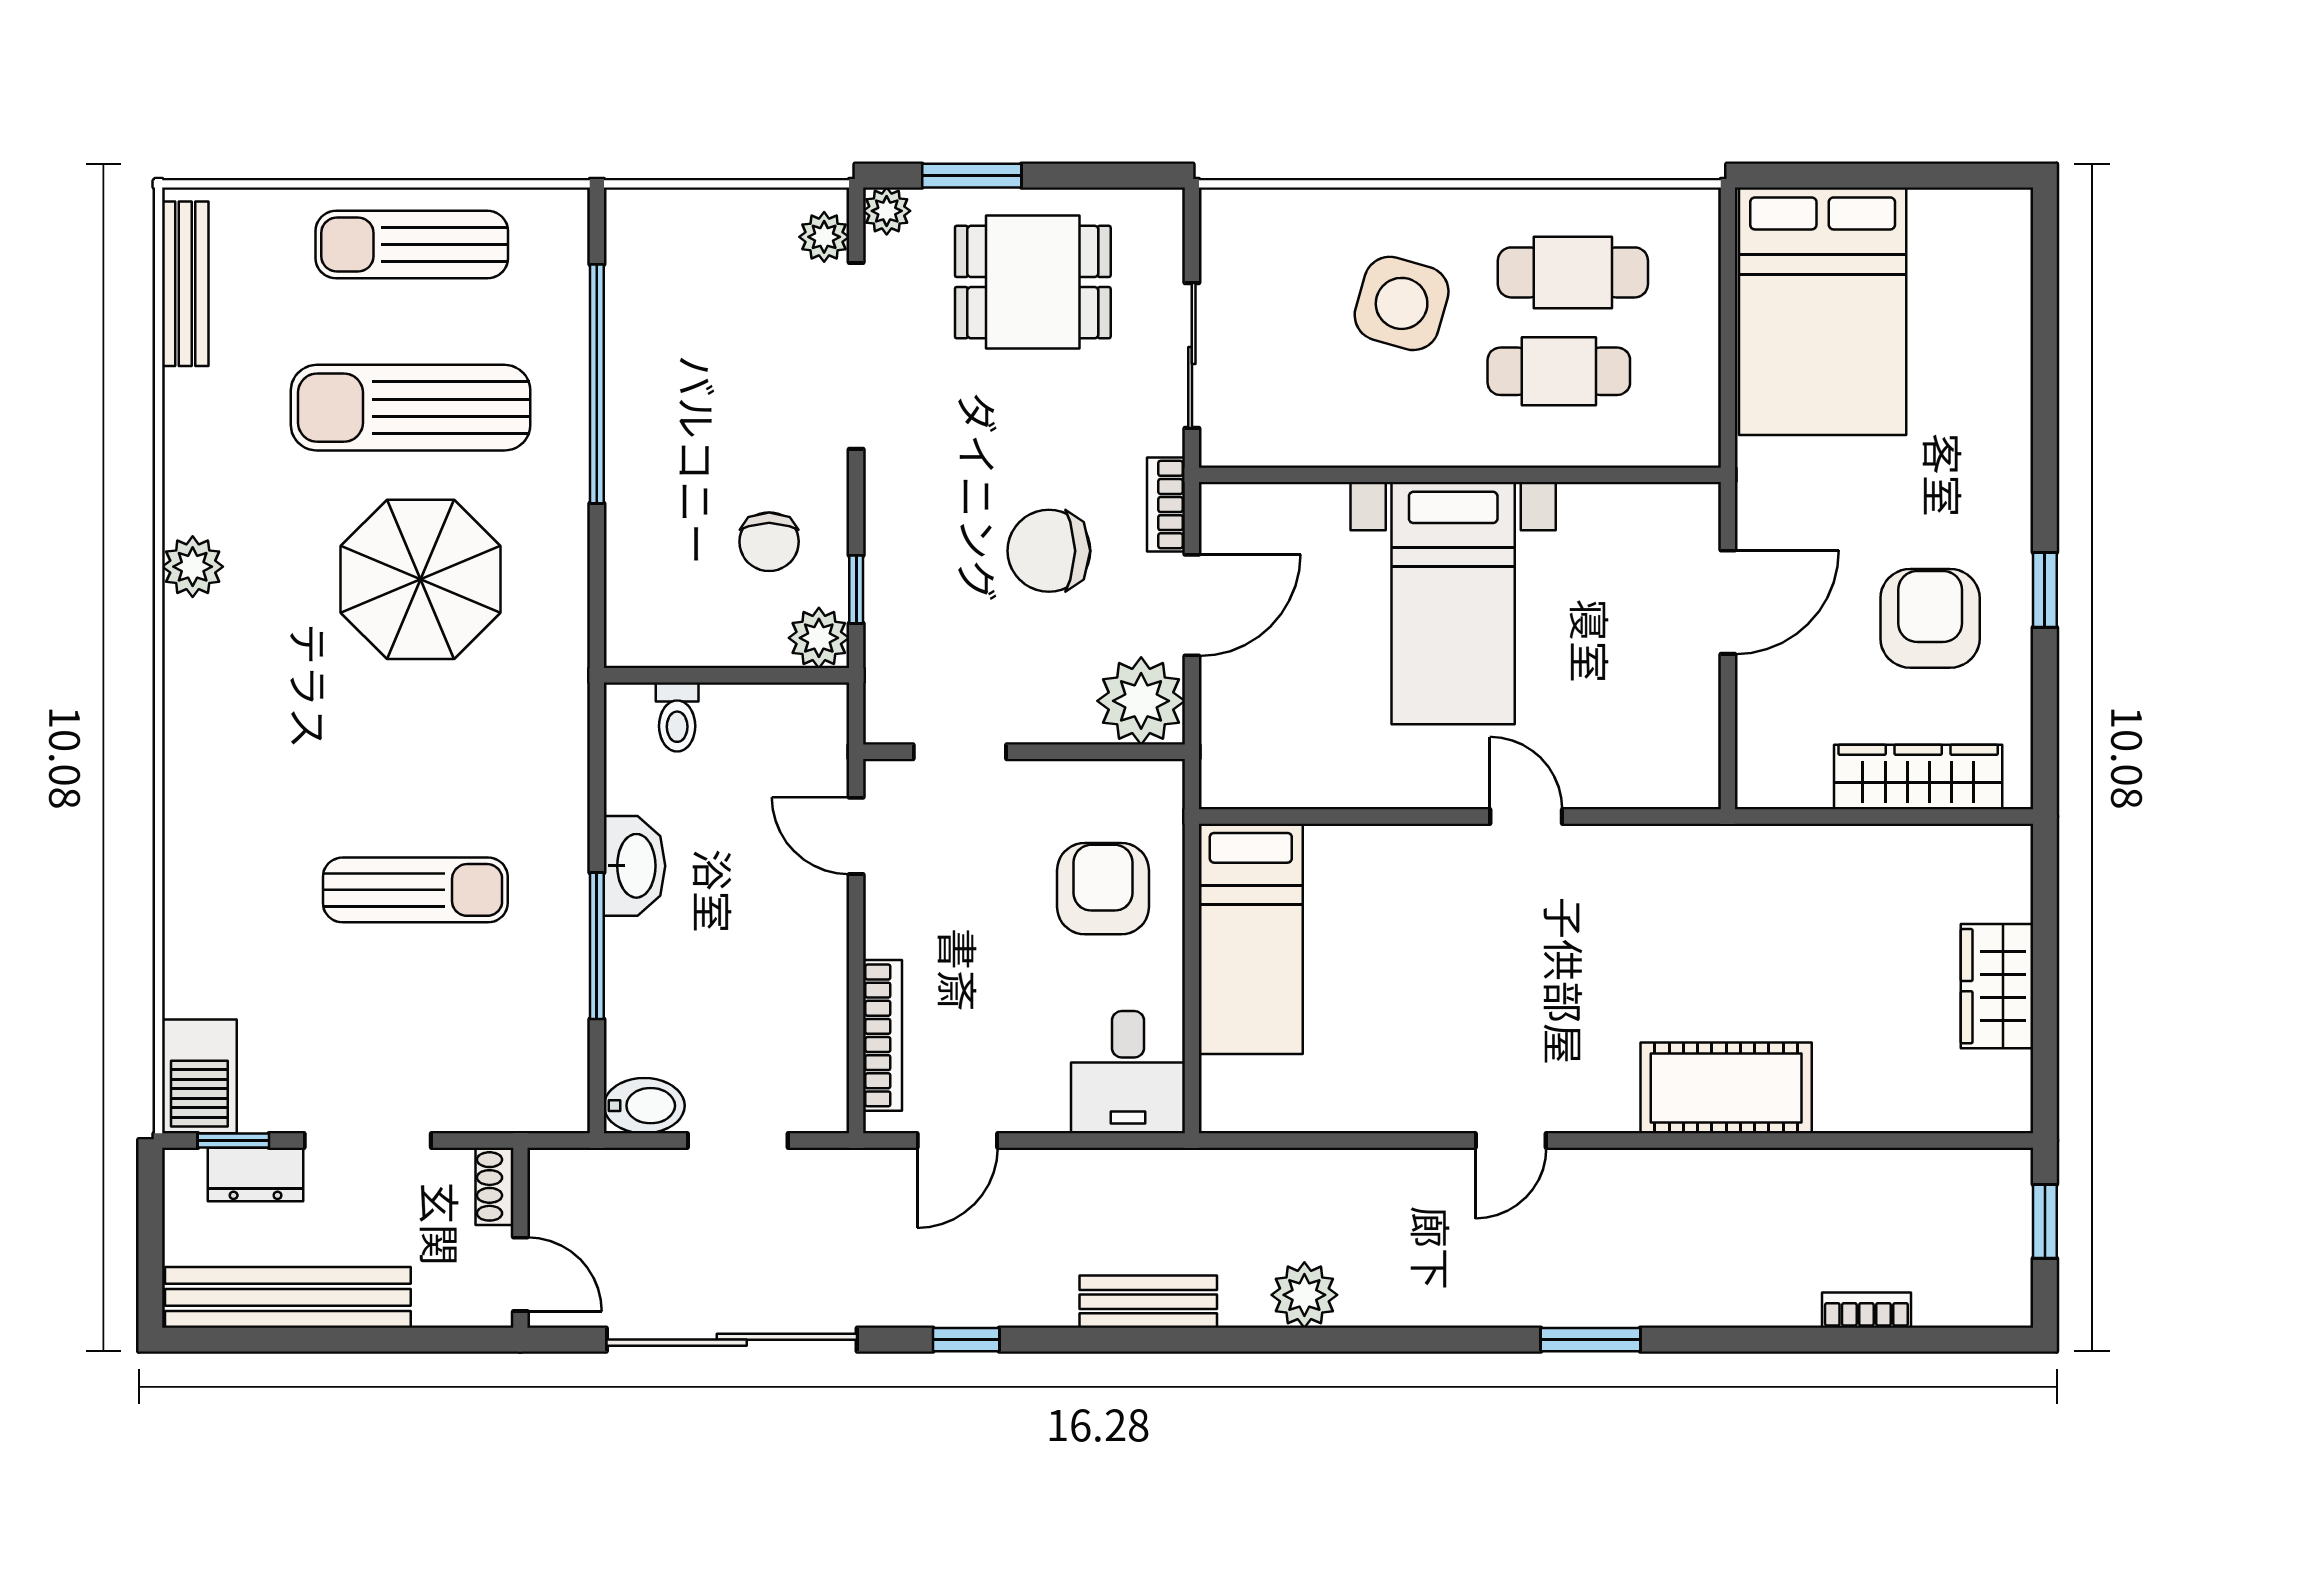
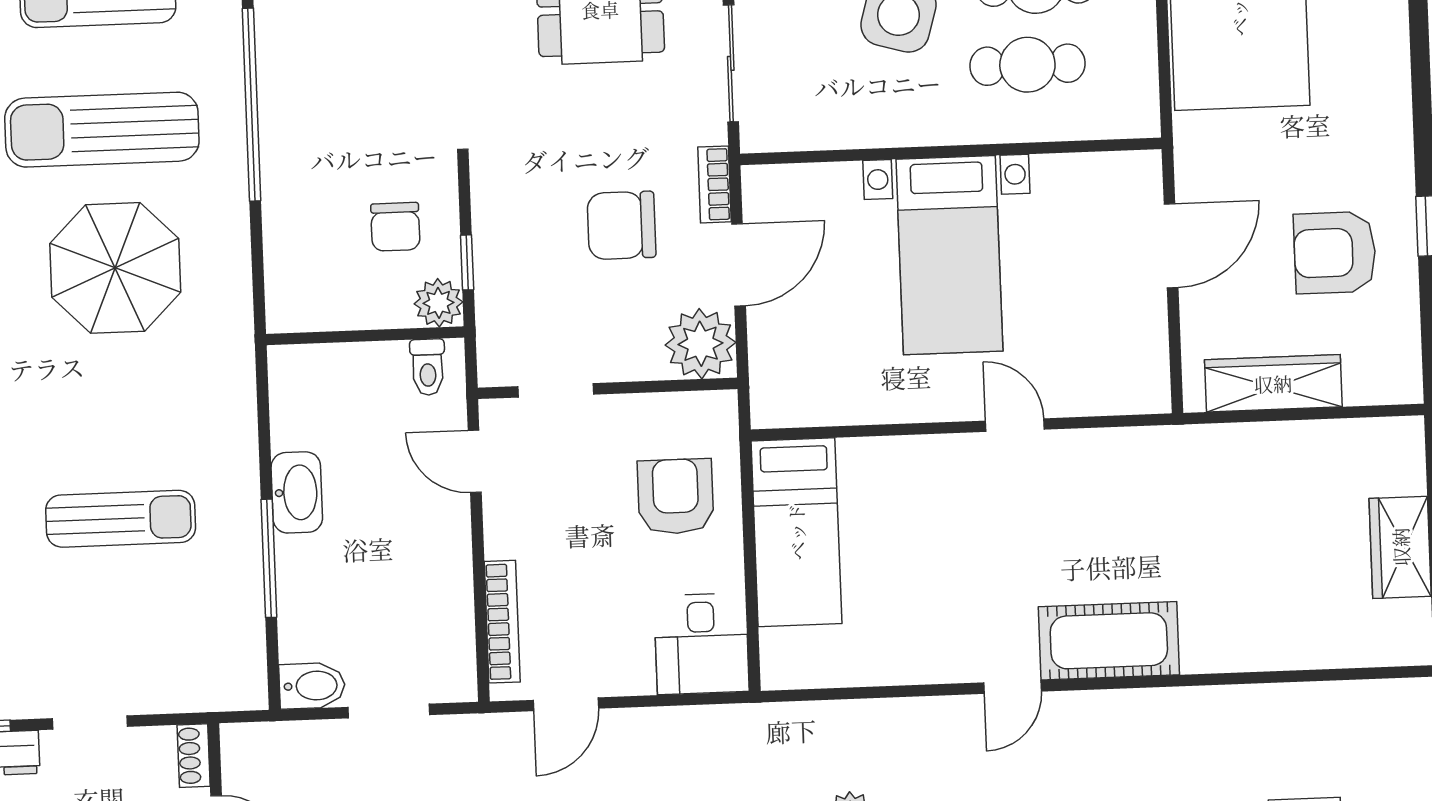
armchair: (1930, 618) -> (1335, 253), turned -90
toilet: (677, 717) -> (428, 367), moved
wardrobe: (1918, 777) -> (1273, 383), moved
cot: (1726, 1088) -> (1109, 641), moved
doorway: (368, 1141) -> (90, 722), width x0.73

